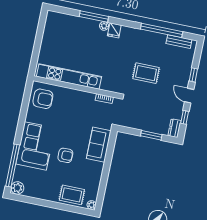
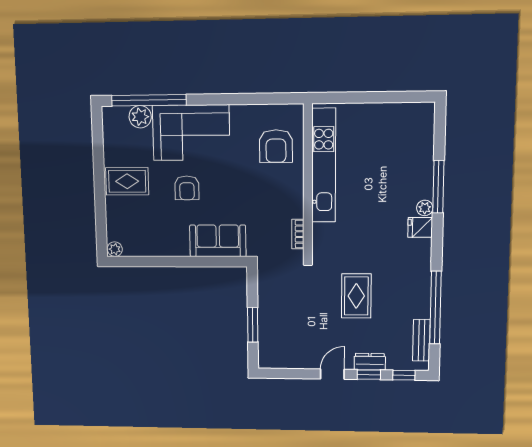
armchair: (43, 99) -> (276, 146), moved
window: (185, 117) -> (404, 375), moved
dresser: (175, 128) -> (370, 362), moved
plant: (17, 188) -> (140, 117), moved
rug: (72, 195) -> (127, 181), moved, turned 90

